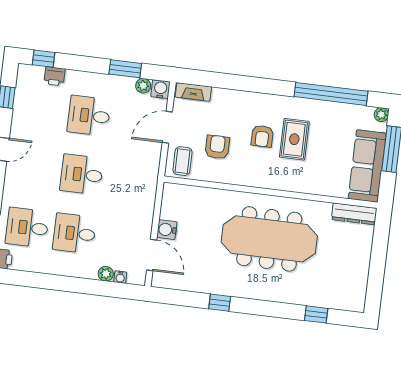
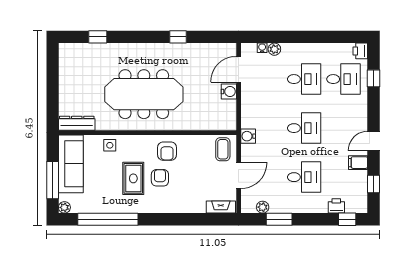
water cooler: (160, 89) -> (248, 136), moved, turned 90
filing cabinet: (22, 125) -> (358, 163), added
armchair: (217, 147) -> (167, 151), moved
side table: (318, 183) -> (110, 145), added
door: (152, 255) -> (239, 69), hinge flipped

